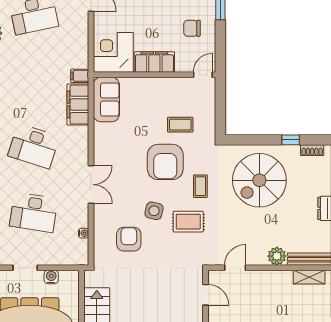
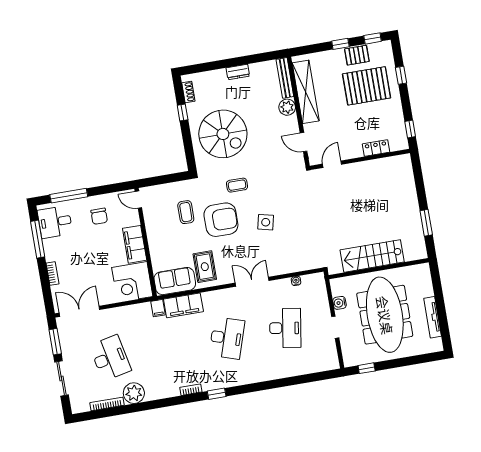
rug: (188, 222) -> (205, 267), moved
armchair: (129, 239) -> (294, 240), removed
shelving: (309, 277) -> (306, 92), width x2.20, depth x1.33

